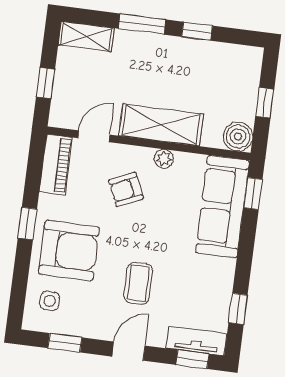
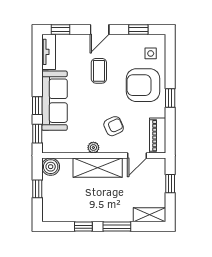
sofa: (222, 207) -> (54, 101), moved
window: (238, 309) -> (37, 106), moved
tv unit: (197, 341) -> (49, 52), moved, turned -90

